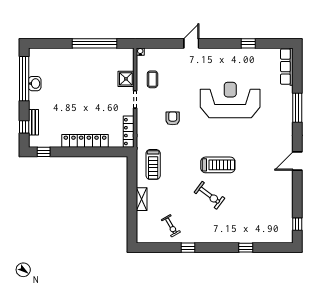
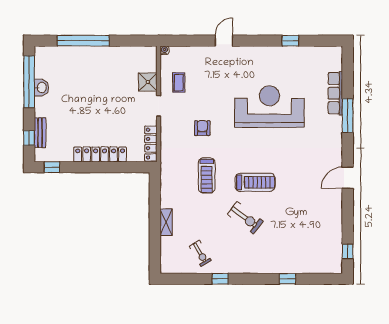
window: (95, 43) -> (83, 41), moved
row of seats: (287, 67) -> (335, 93), moved
treadmill: (153, 164) -> (207, 176), moved

